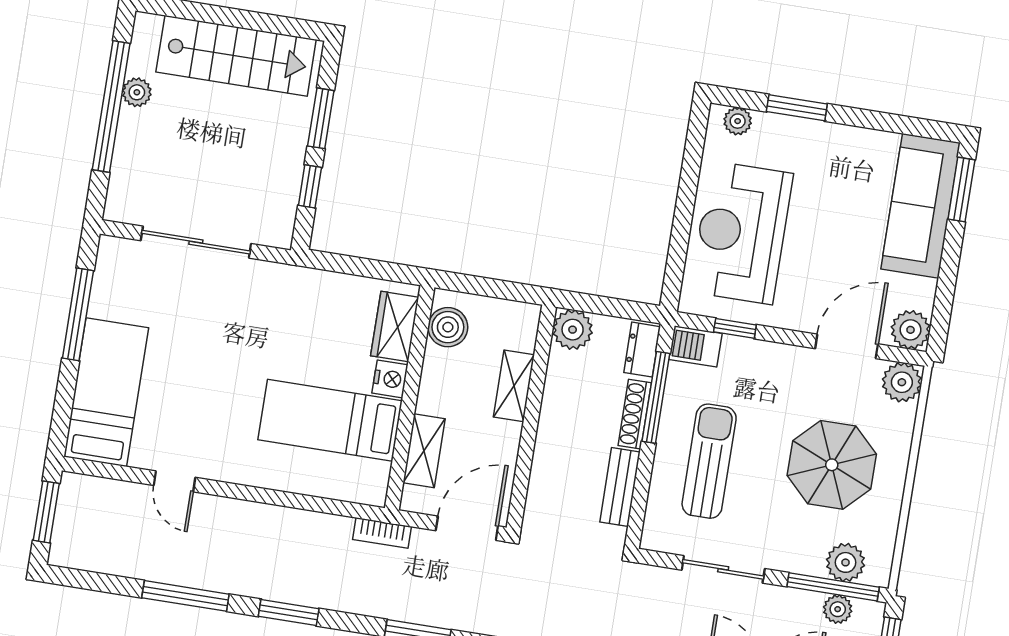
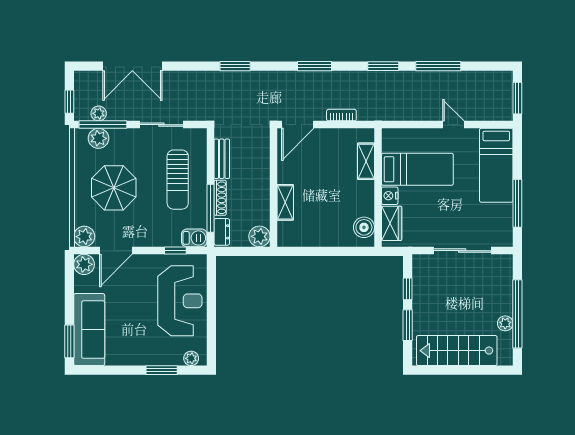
wardrobe: (395, 326) -> (392, 223), moved
boiler: (448, 327) -> (364, 227), moved
nightstand: (390, 379) -> (390, 196), moved
wall: (410, 398) -> (378, 188), moved
bed: (330, 420) -> (417, 169), moved
shelving: (424, 451) -> (366, 161), moved

